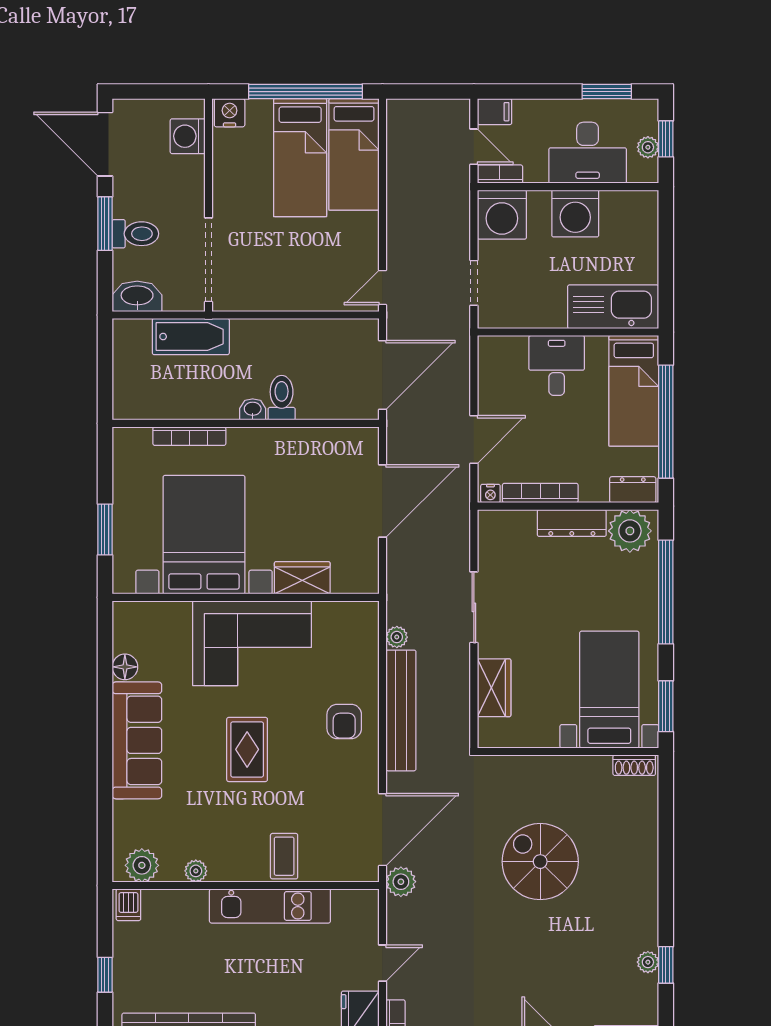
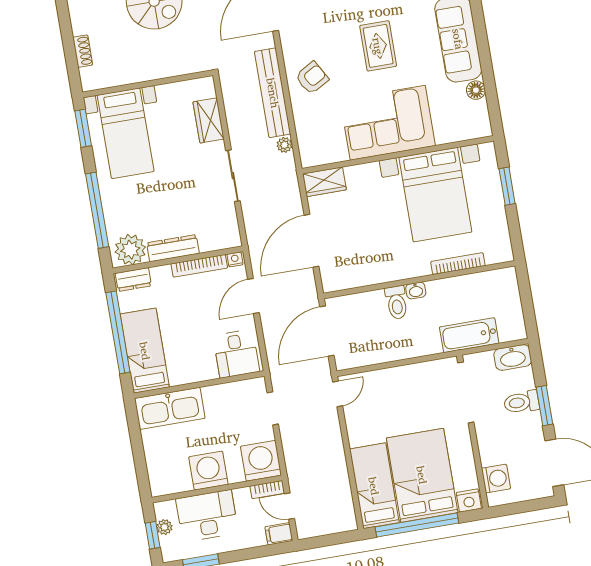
bed: (300, 158) -> (422, 475), width x1.50
desk: (557, 365) -> (236, 354), moved
wardrobe: (302, 578) -> (324, 182), moved
armchair: (344, 721) -> (312, 78), turned 60
shoe rack: (634, 765) -> (83, 51), moved, turned 90

